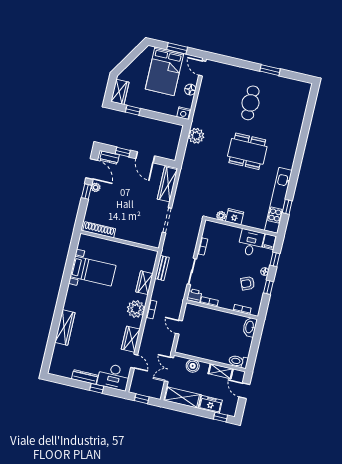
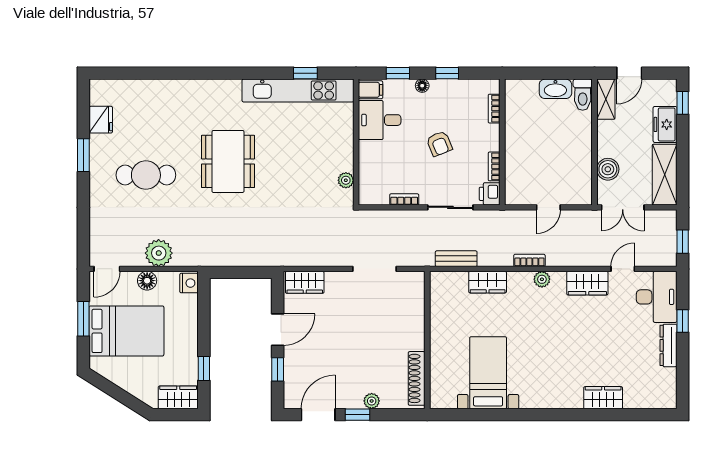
plant: (196, 136) -> (159, 253), moved
dresser: (109, 158) -> (292, 389), removed
wardrobe: (167, 184) -> (305, 282), width x0.67
plant: (96, 187) -> (372, 401), moved
fridge: (235, 217) -> (101, 120), moved, turned 180
armchair: (248, 283) -> (439, 144), moved
plant: (136, 309) -> (542, 279), width x0.53, depth x0.53
washbasin: (250, 327) -> (555, 89), moved
wardrobe: (65, 328) -> (603, 398), width x0.67
shelving: (221, 371) -> (606, 99), moved

